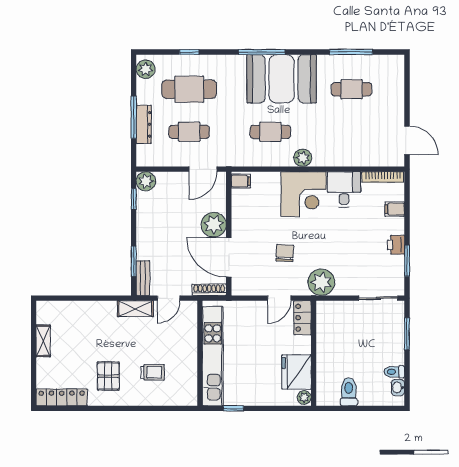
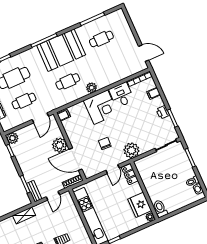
shelving: (135, 309) -> (24, 215), moved
toilet: (349, 392) -> (160, 209), moved

